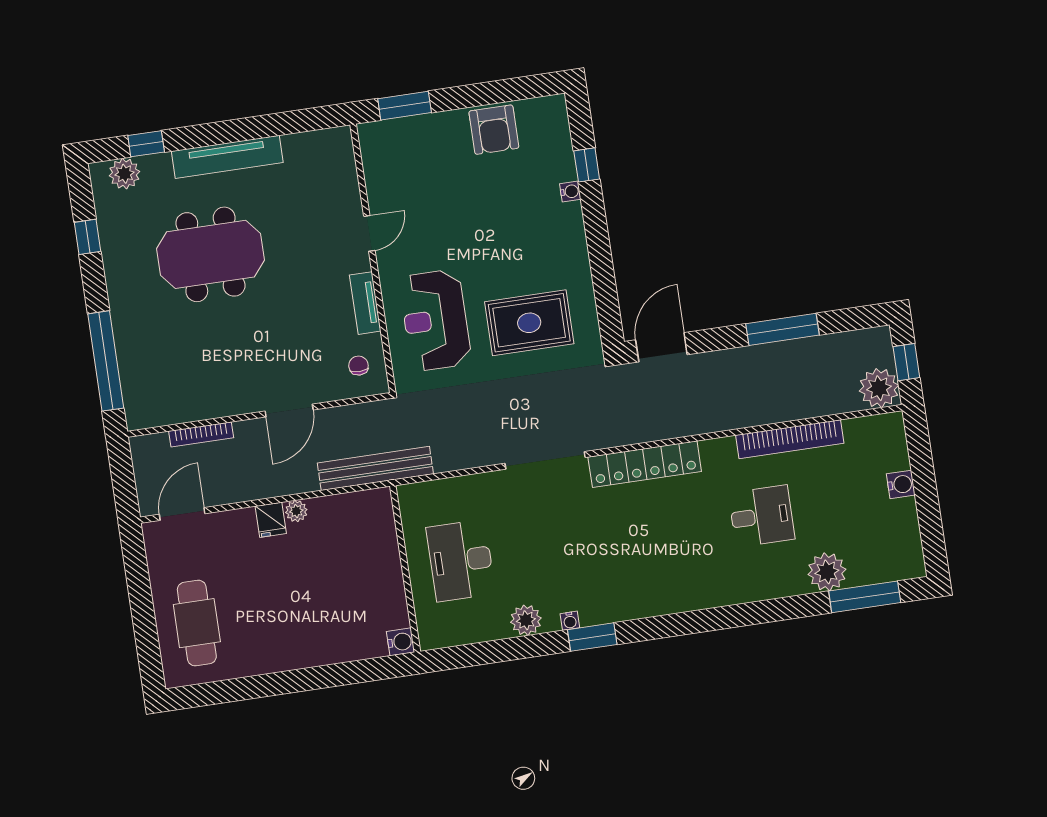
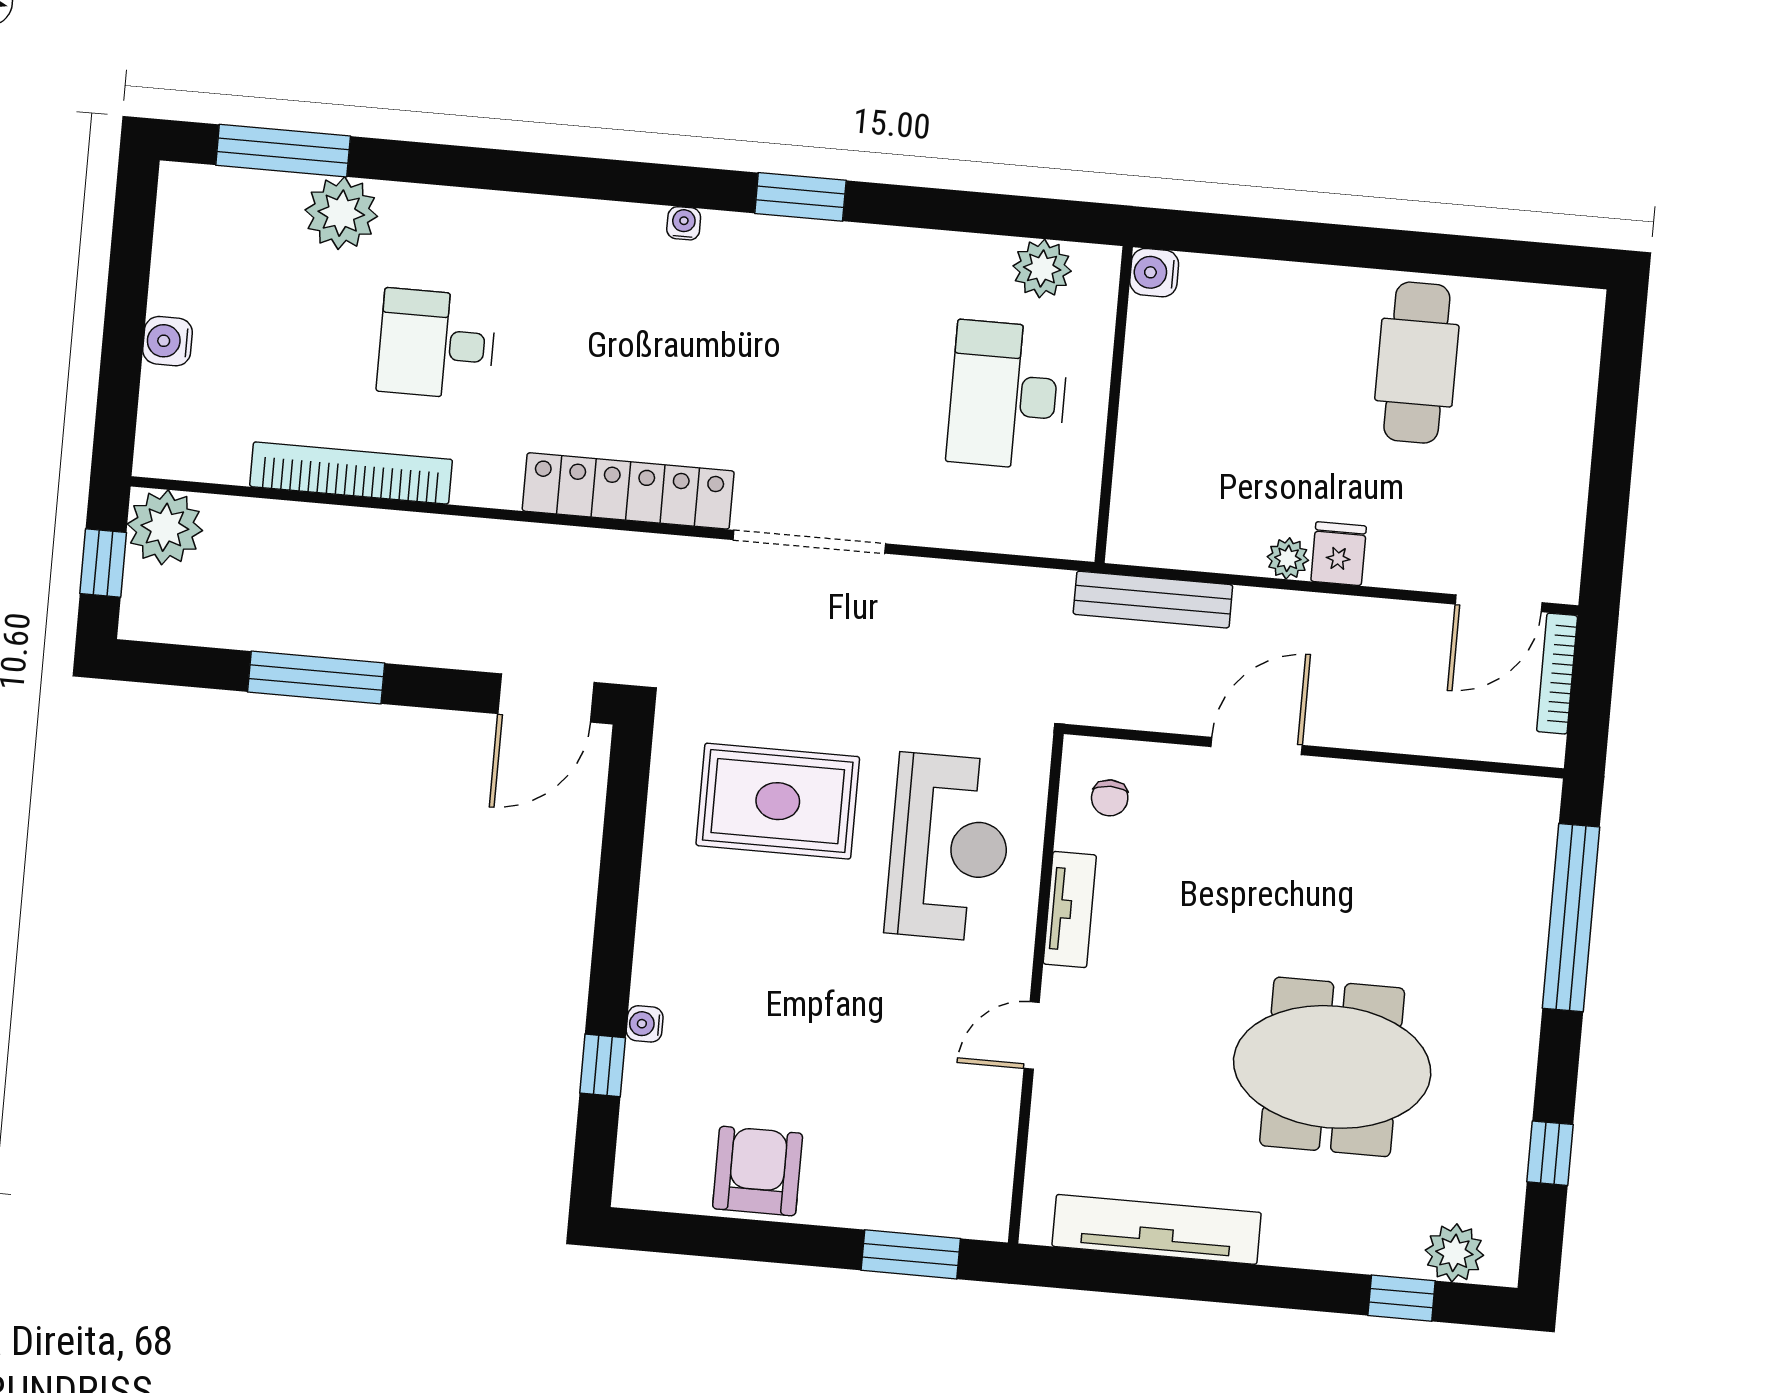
tv unit: (227, 157) -> (1157, 1229), moved
bookcase: (201, 434) -> (1557, 674), moved, turned -90
bench: (375, 468) -> (1153, 600), width x0.73, depth x0.82
desk: (461, 561) -> (1008, 395), turned 180
plant: (526, 620) -> (1042, 268), moved
water cooler: (570, 621) -> (684, 223), moved
cafe table: (197, 623) -> (1417, 363), moved

